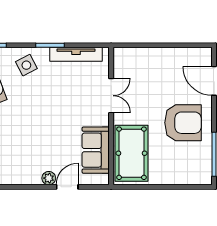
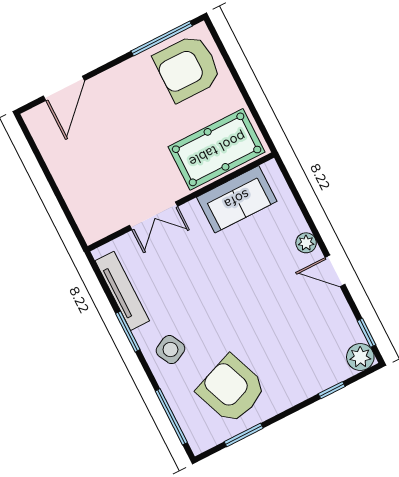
double door: (111, 96) -> (154, 216), swing flipped
armchair: (183, 123) -> (188, 68), moved, turned -90
door: (67, 187) -> (335, 271), moved

